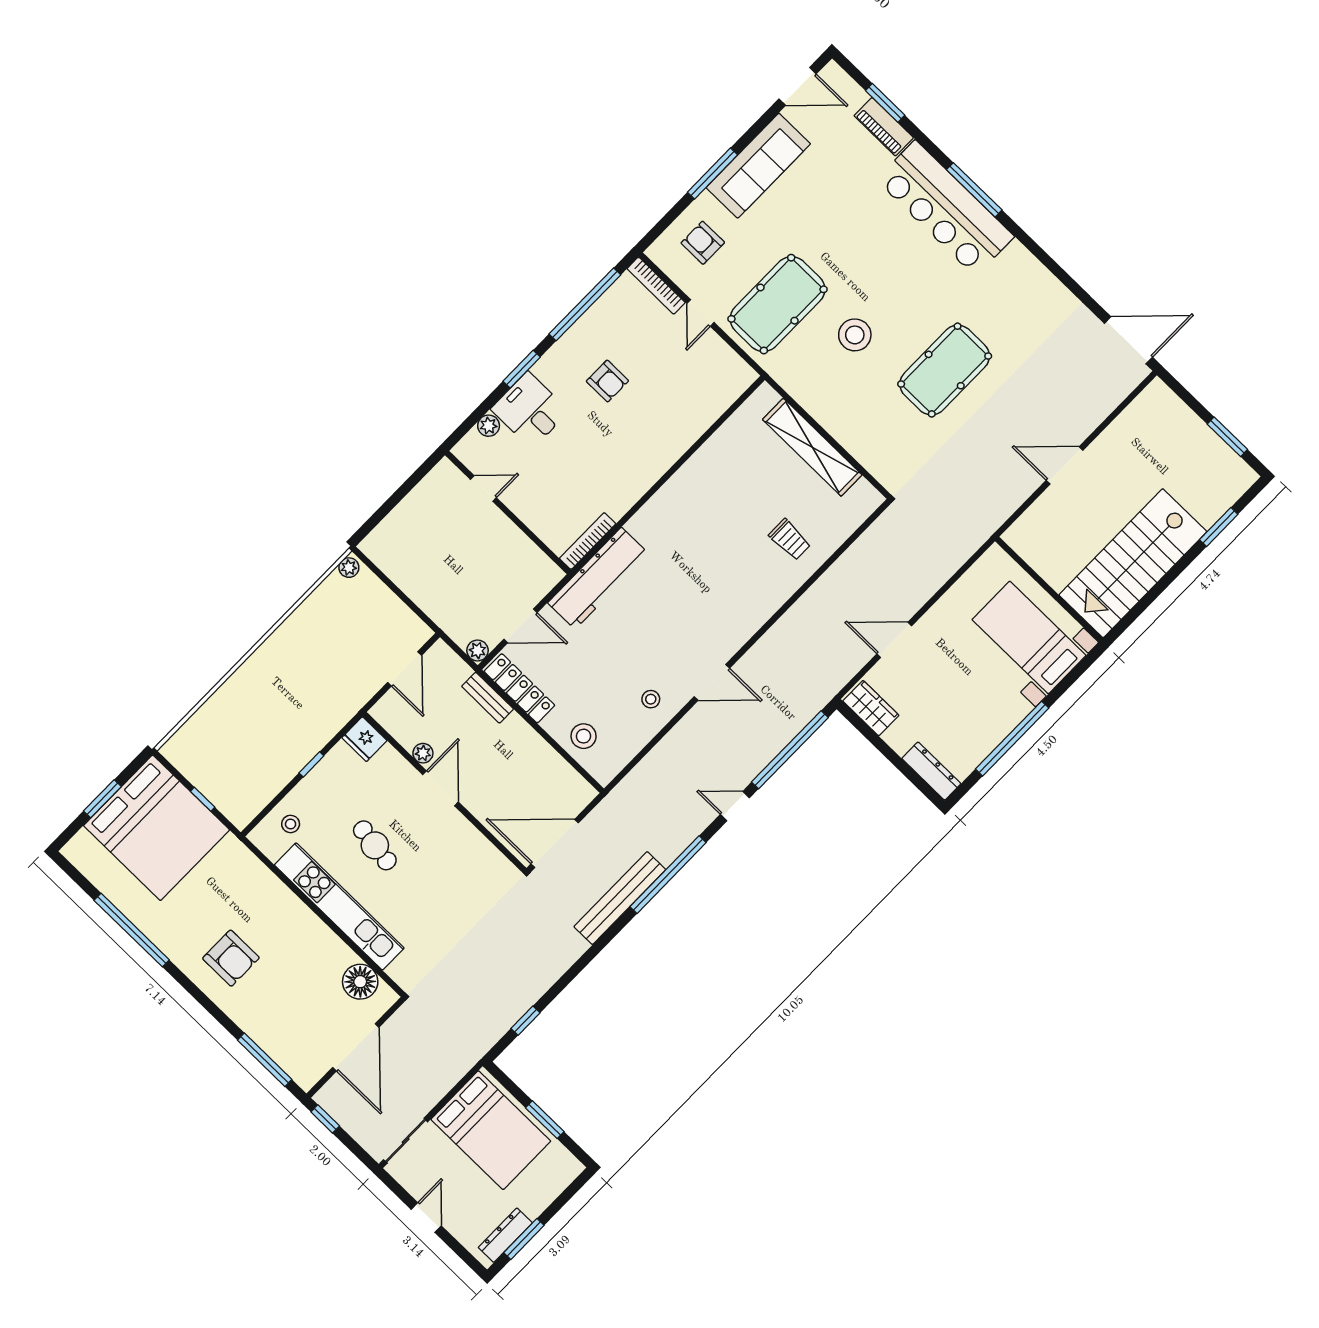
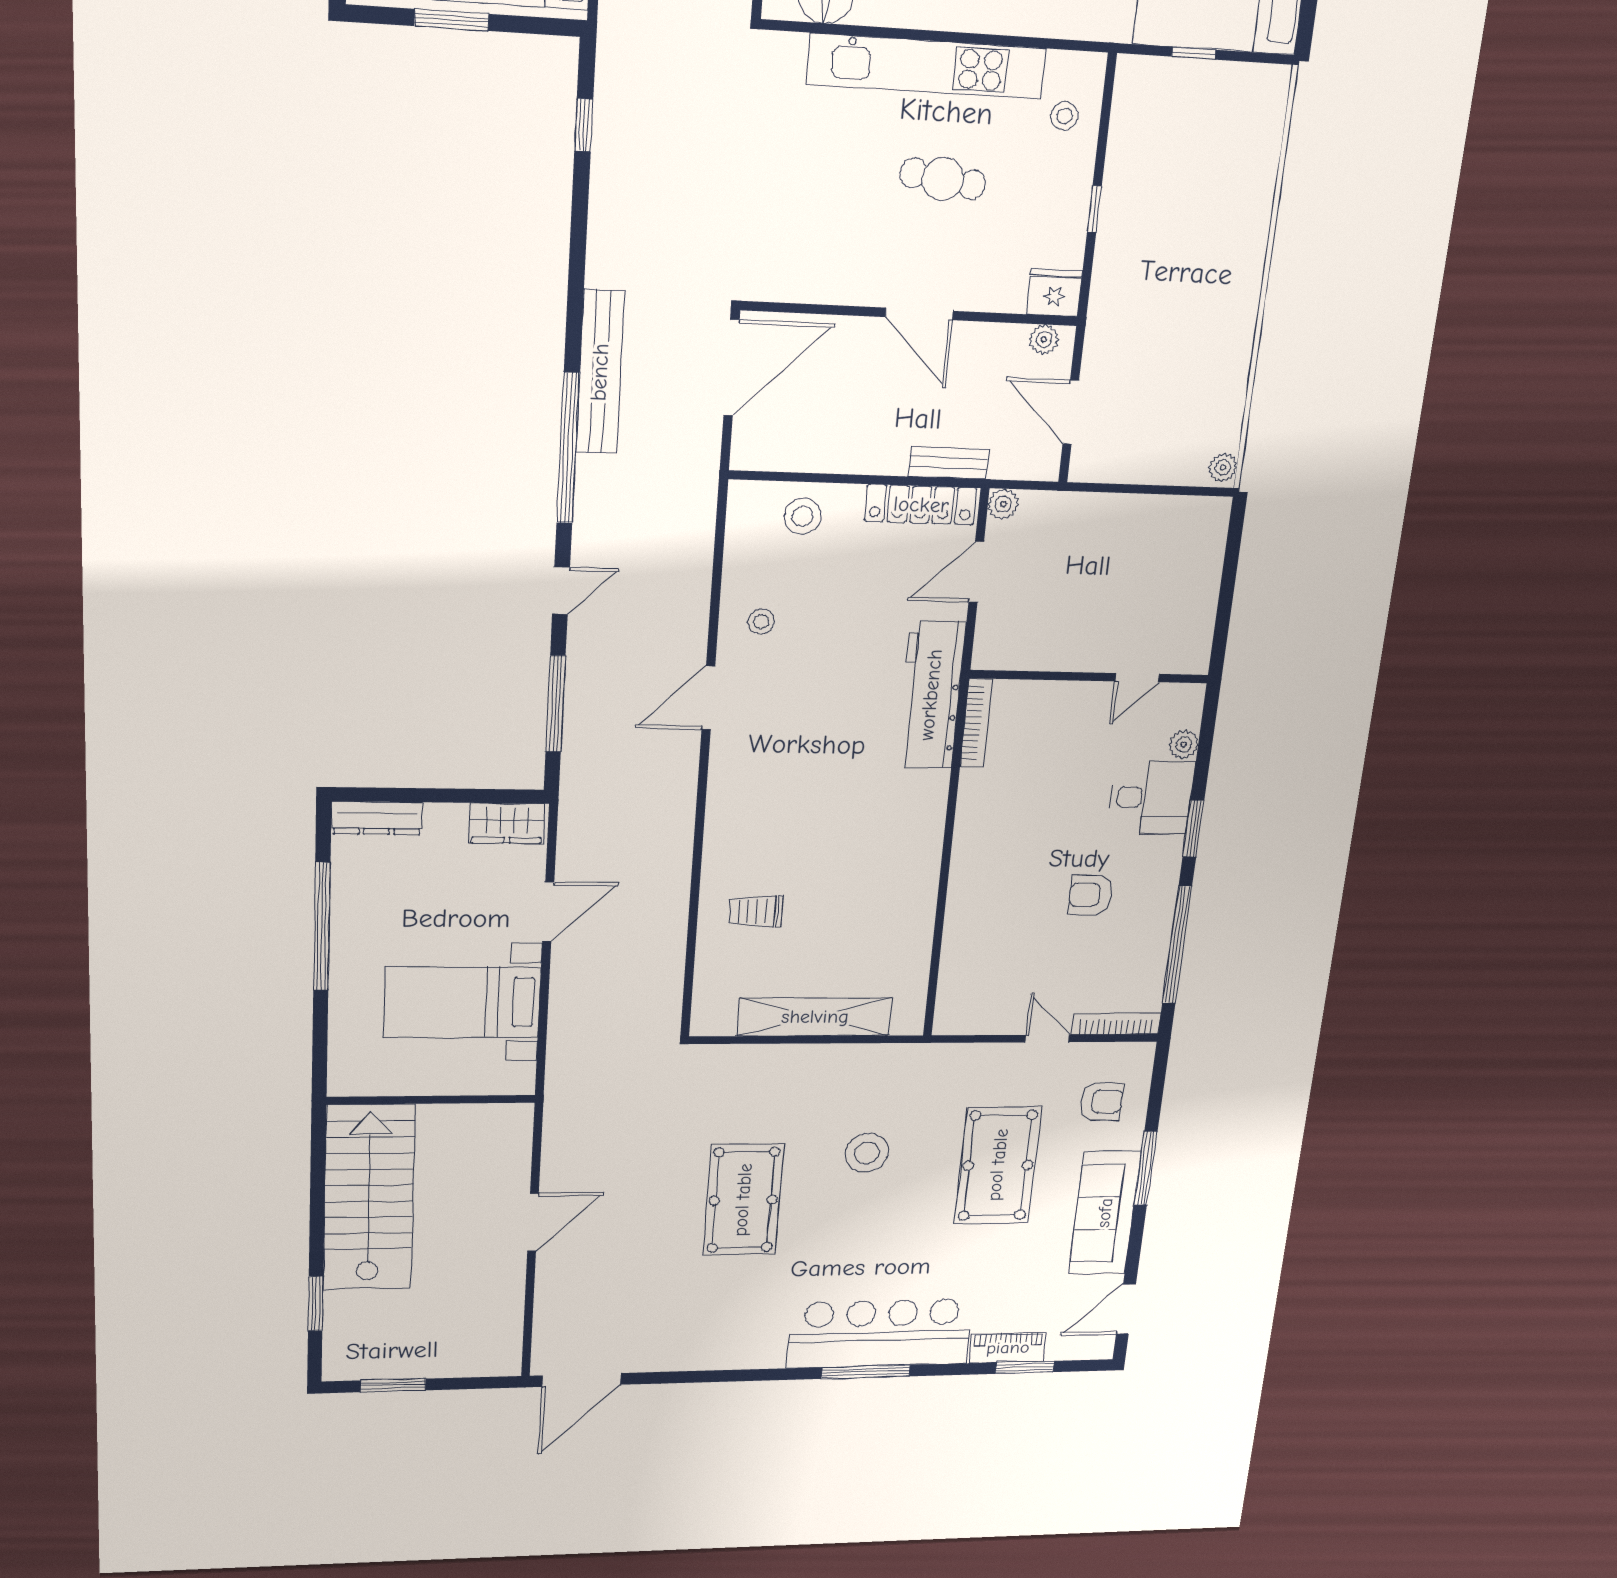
pool table: (778, 304) -> (998, 1165), moved
bed with nightstands: (1029, 637) -> (462, 1002), moved, turned 180
window: (790, 750) -> (555, 704), width x0.68
plant: (423, 753) -> (1044, 340), moved

